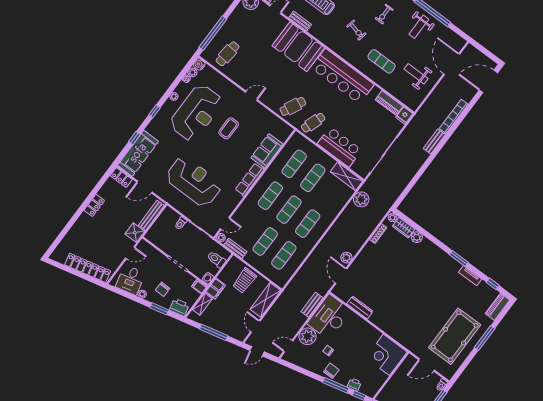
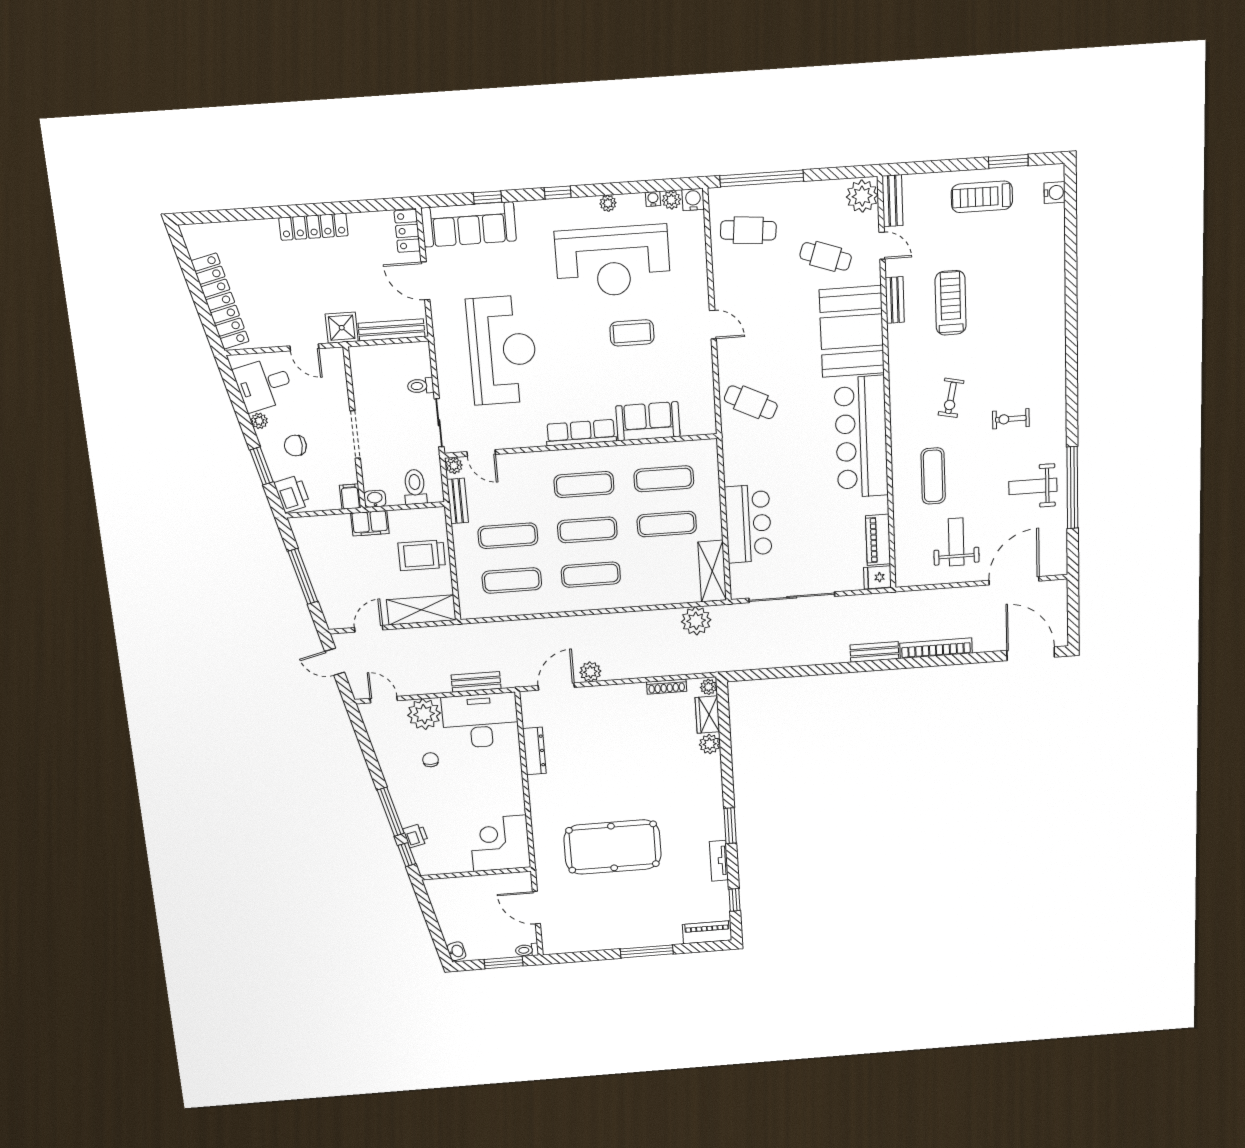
cafe table: (313, 123) -> (826, 256), moved
locker: (94, 205) -> (313, 227), width x1.53
shelving: (202, 304) -> (329, 524), removed
pool table: (455, 336) -> (613, 847), moved
chair: (331, 371) -> (405, 788), removed

